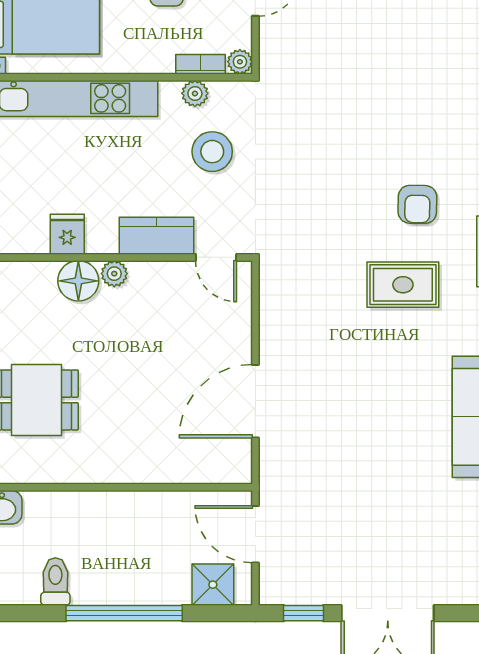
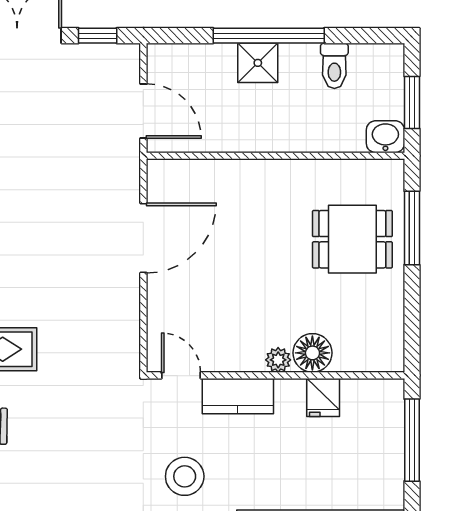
shower: (213, 585) -> (258, 63), moved

